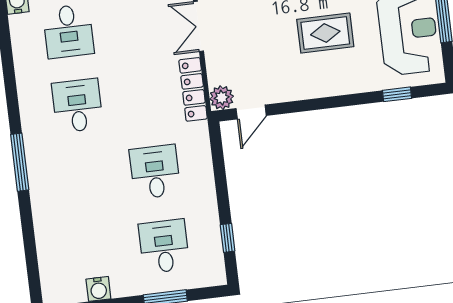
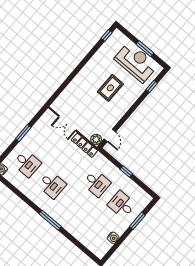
desk: (77, 106) -> (52, 185), turned 180
desk: (155, 172) -> (97, 183), turned 180
window: (228, 238) -> (126, 172), moved

